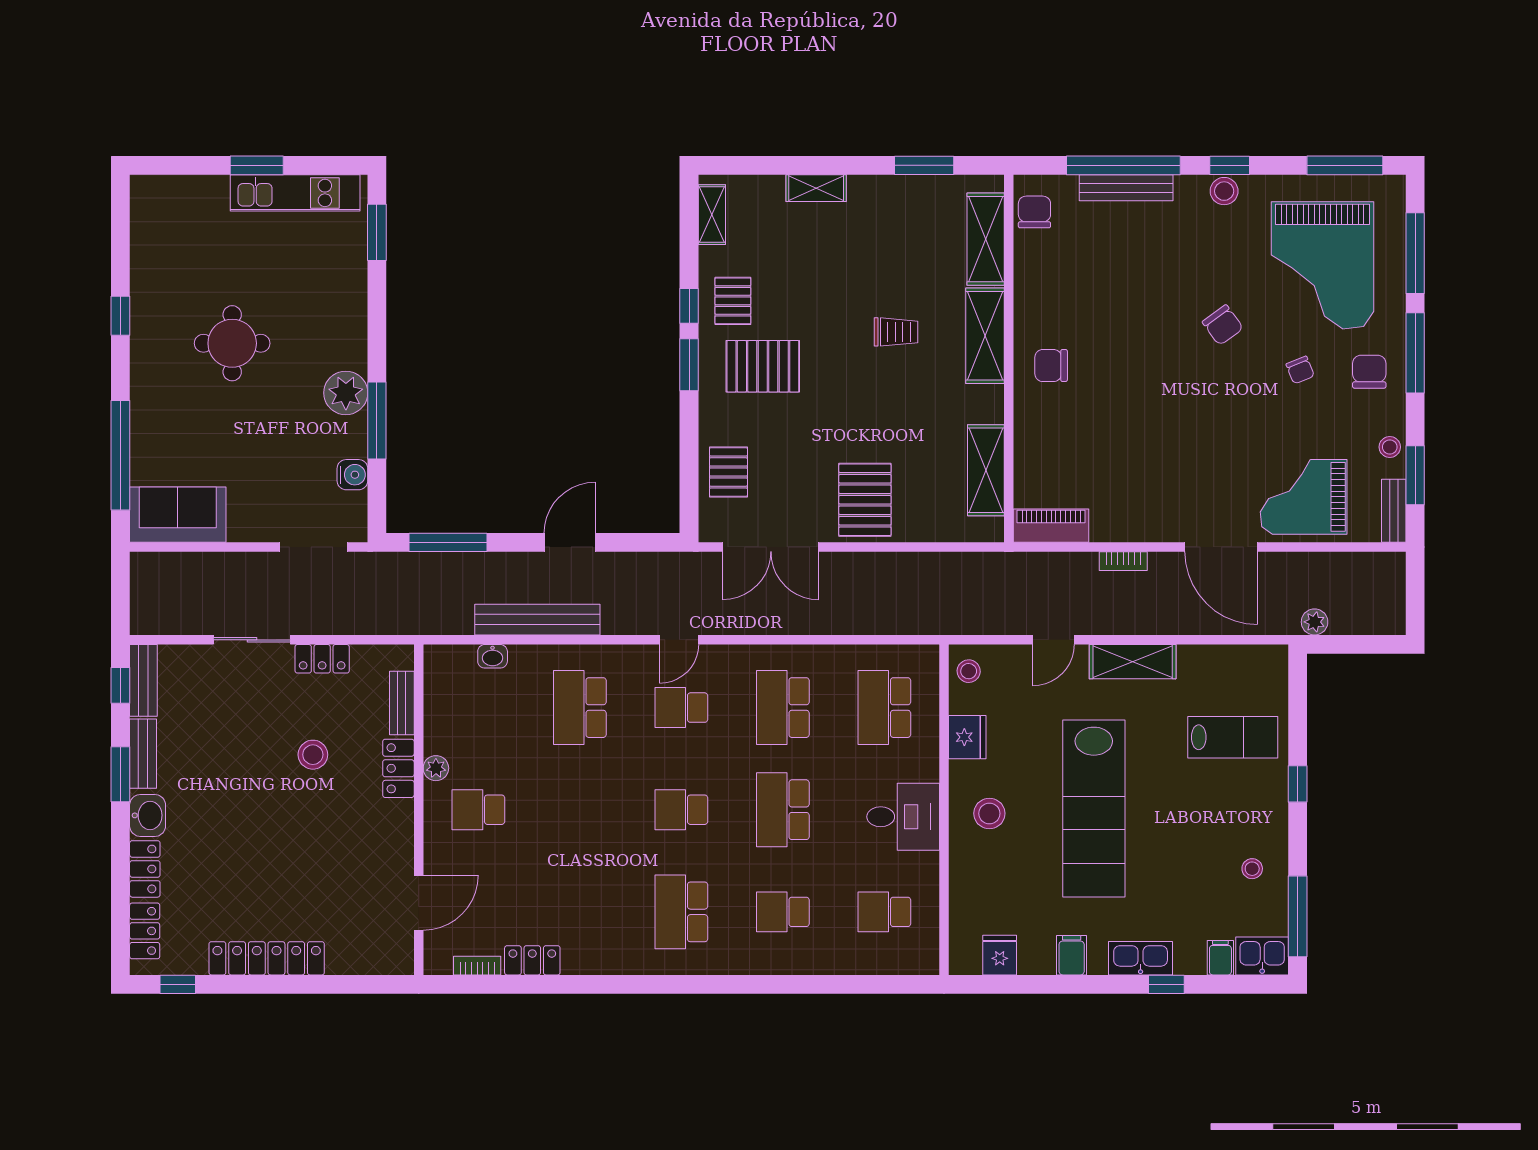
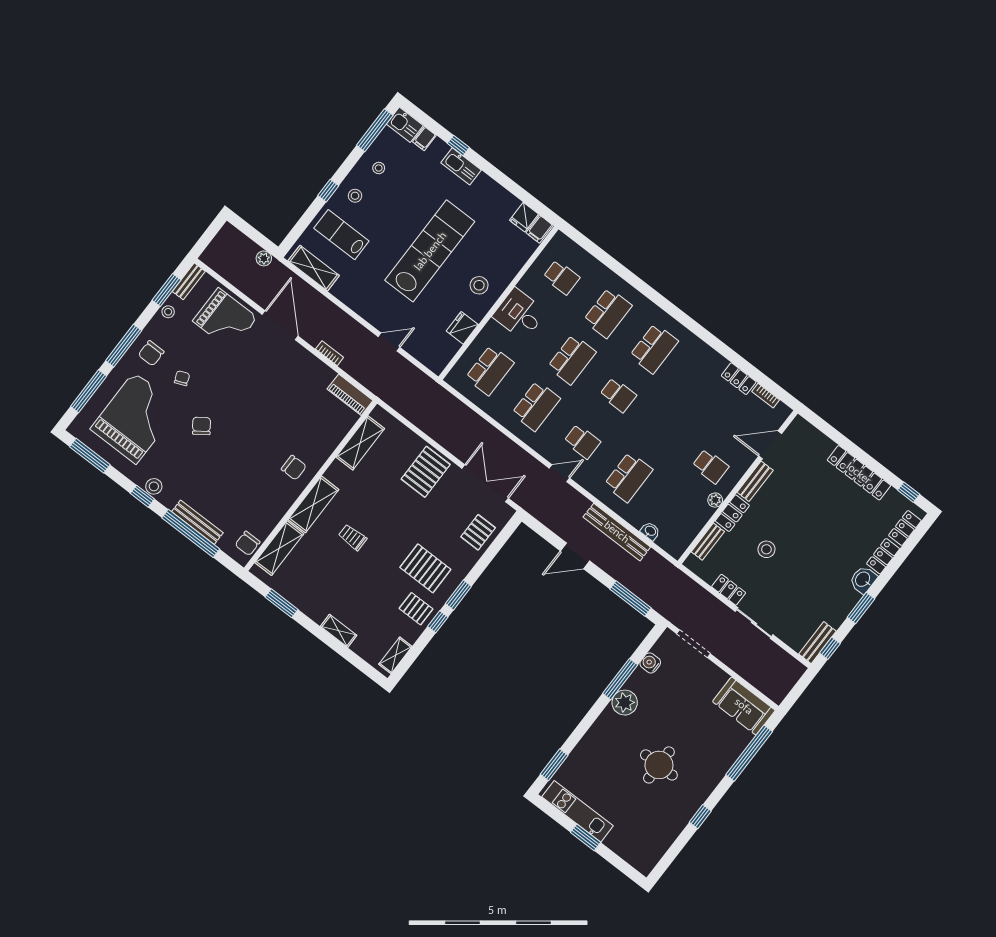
pallet: (733, 301) -> (416, 609), turned 90
shelving: (1133, 662) -> (314, 268), moved
stool: (969, 671) -> (355, 196), moved
bench: (143, 754) -> (755, 481), moved
school desk: (783, 912) -> (608, 313), width x1.85
filing cabinet: (1072, 955) -> (540, 229), moved

